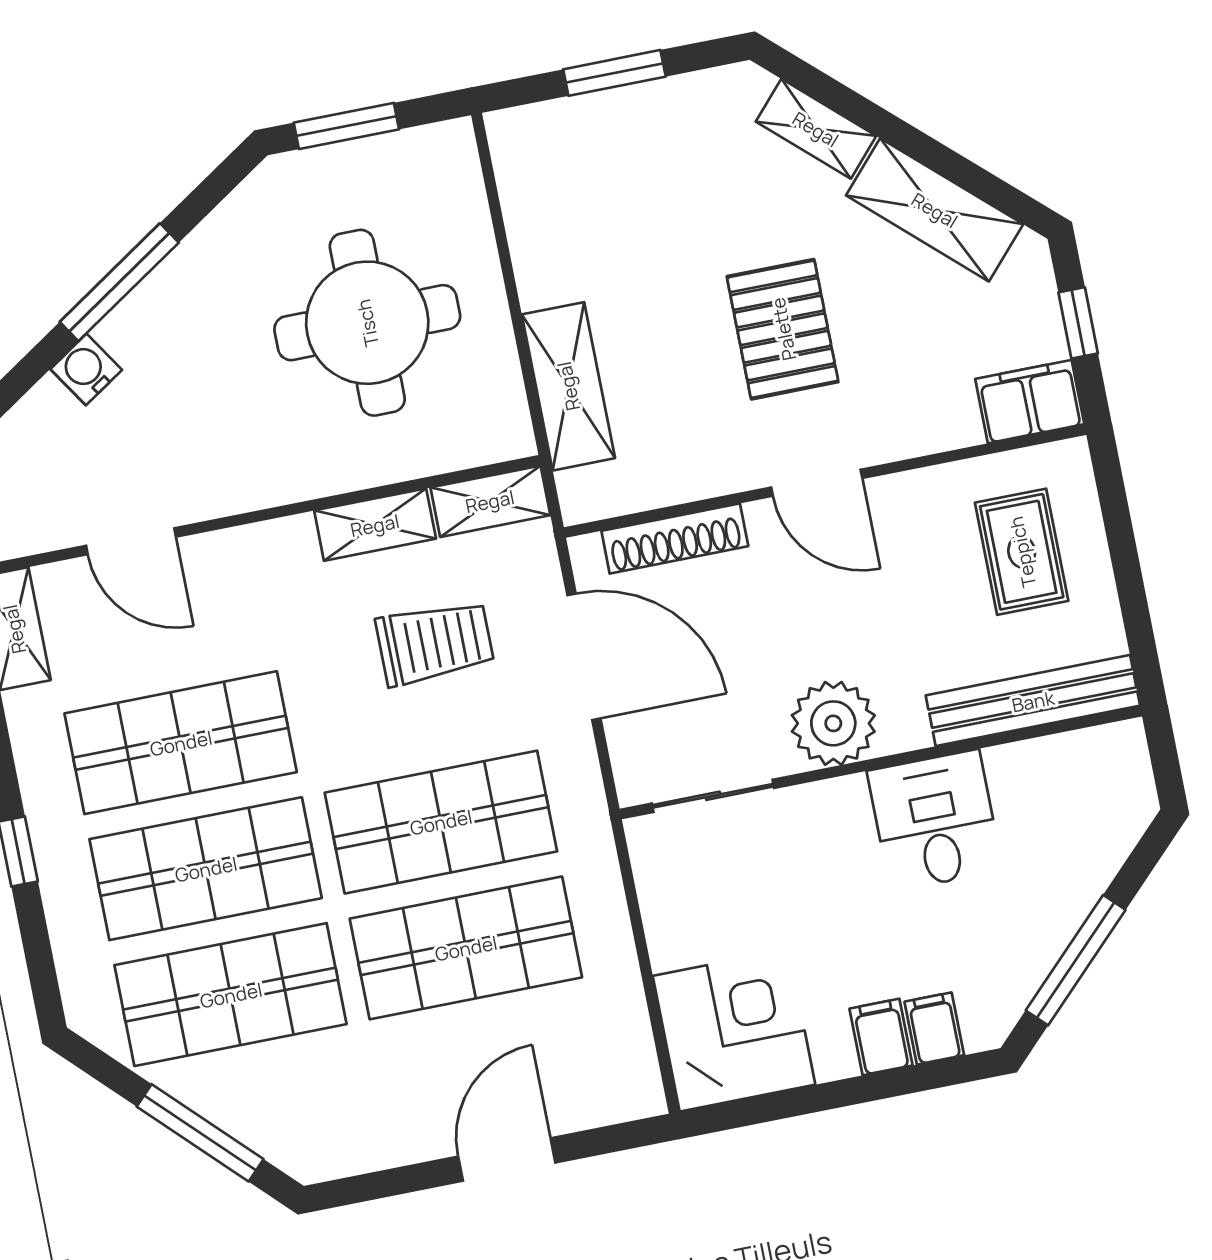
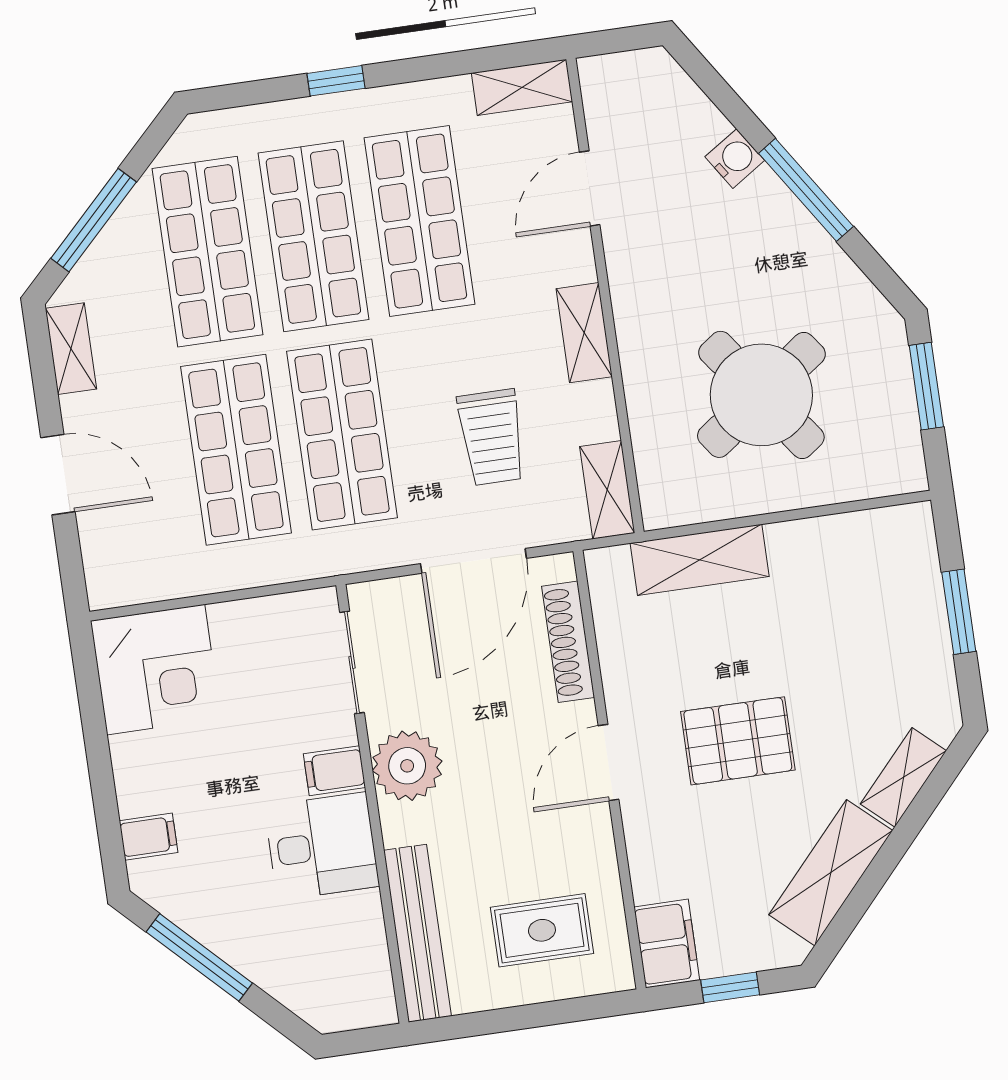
round table: (367, 323) -> (761, 395), turned -36
shelving: (375, 525) -> (584, 333), moved
filing cabinet: (881, 1037) -> (334, 771), moved, turned 180
shelving: (355, 1152) -> (71, 349), added

